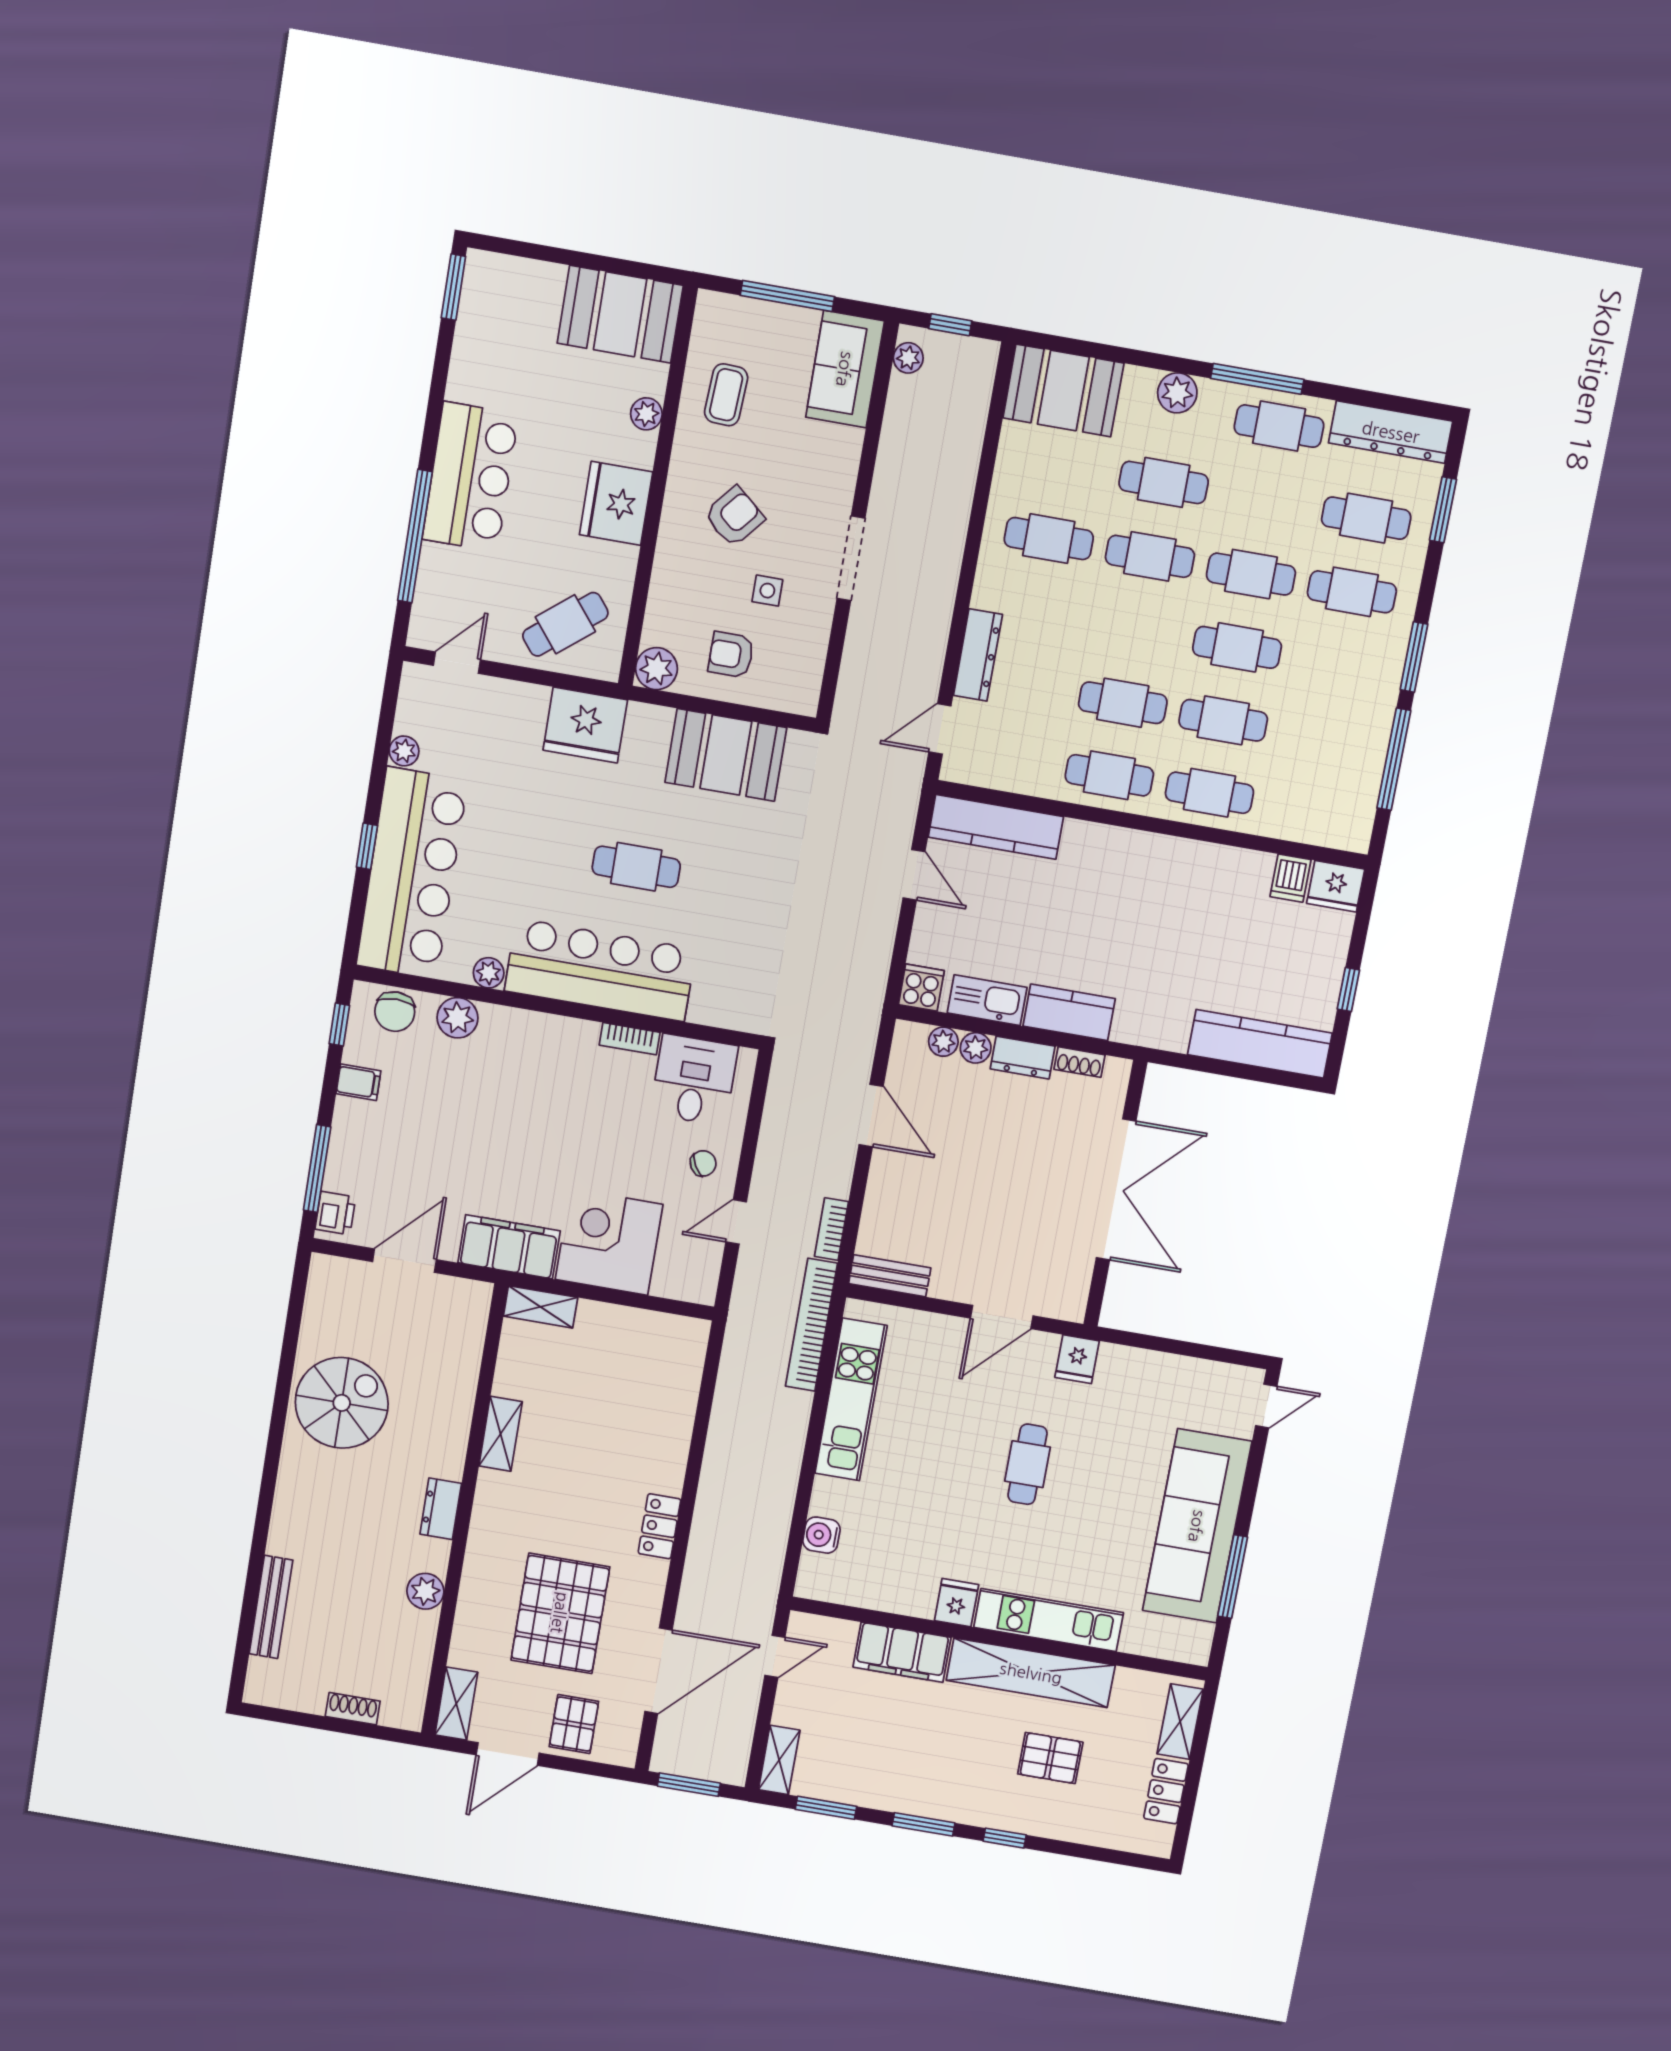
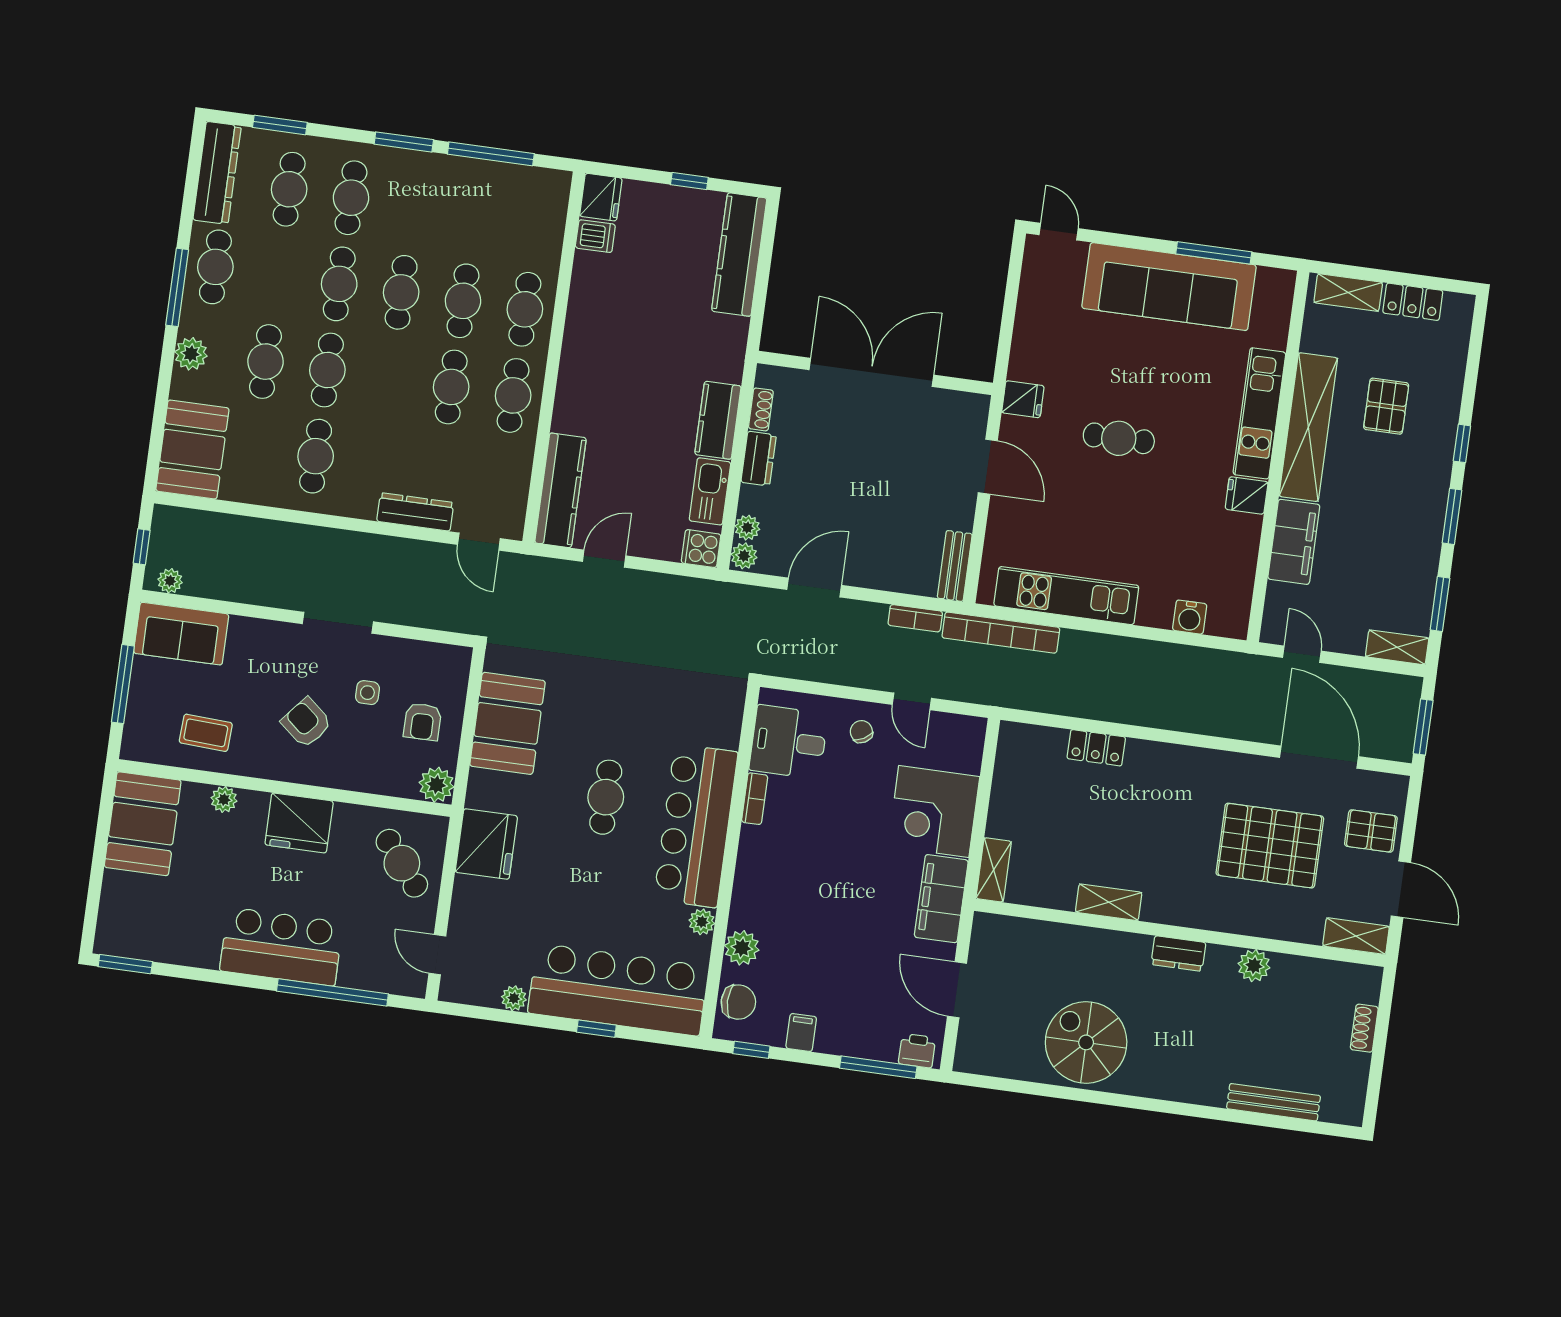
plant: (976, 1048) -> (744, 556), moved
locker: (659, 1526) -> (1096, 748), moved

